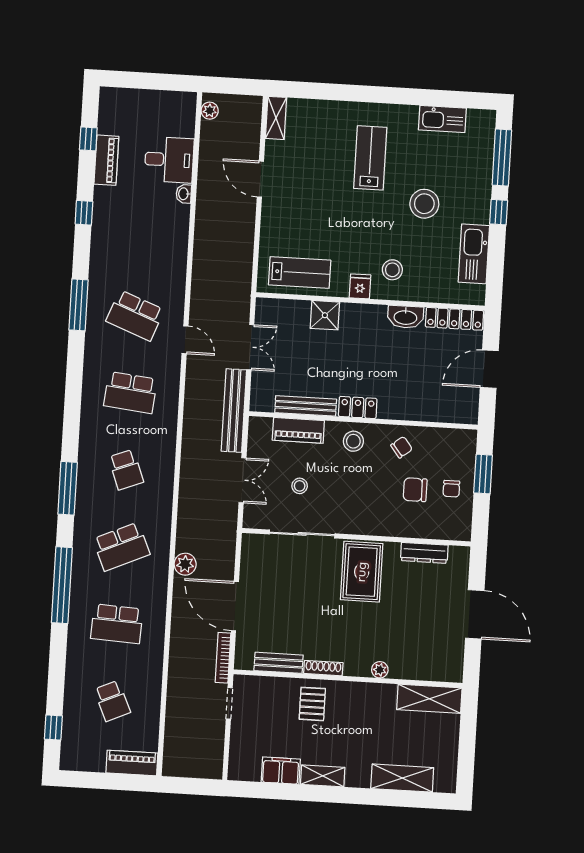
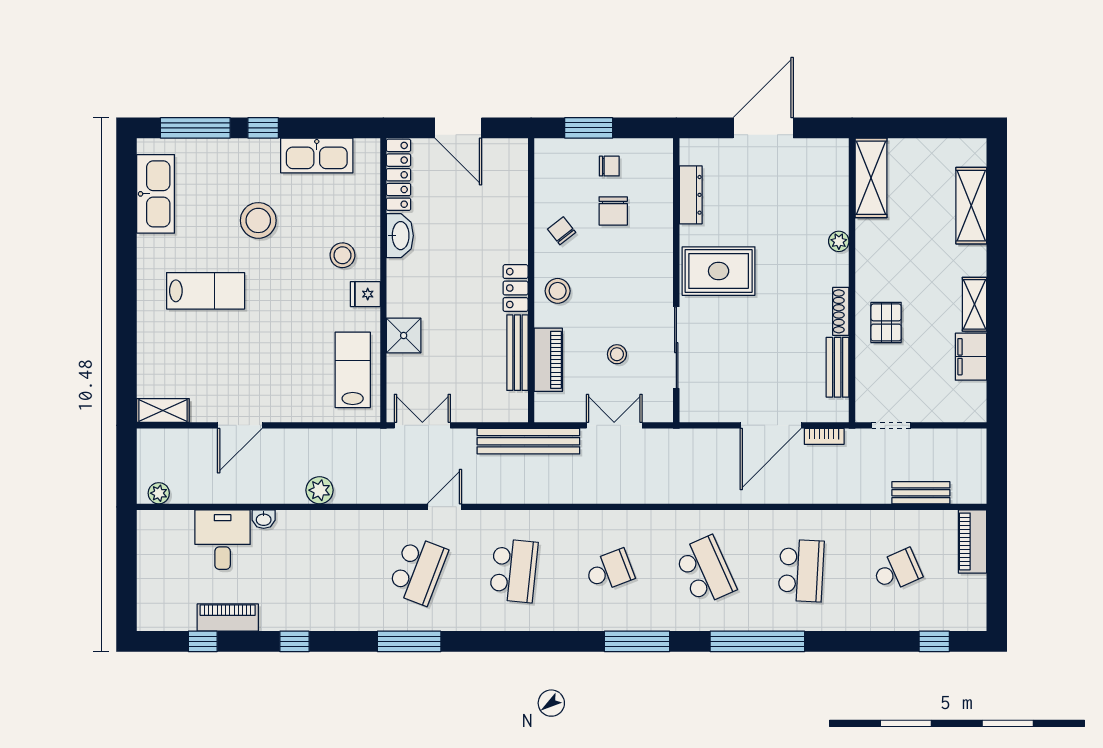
kitchen sink: (442, 119) -> (156, 194), width x1.36, depth x1.24
lab bench: (370, 158) -> (206, 291), turned 180
double door: (250, 347) -> (422, 425), moved
plant: (185, 564) -> (320, 490), moved
bookcase: (223, 658) -> (824, 436), width x0.64
pallet: (312, 704) -> (886, 322), turned 90
bench: (174, 724) -> (921, 493), added

